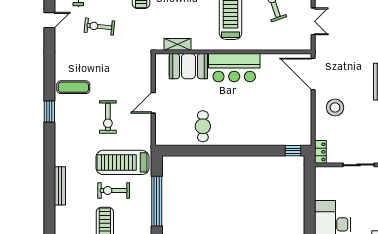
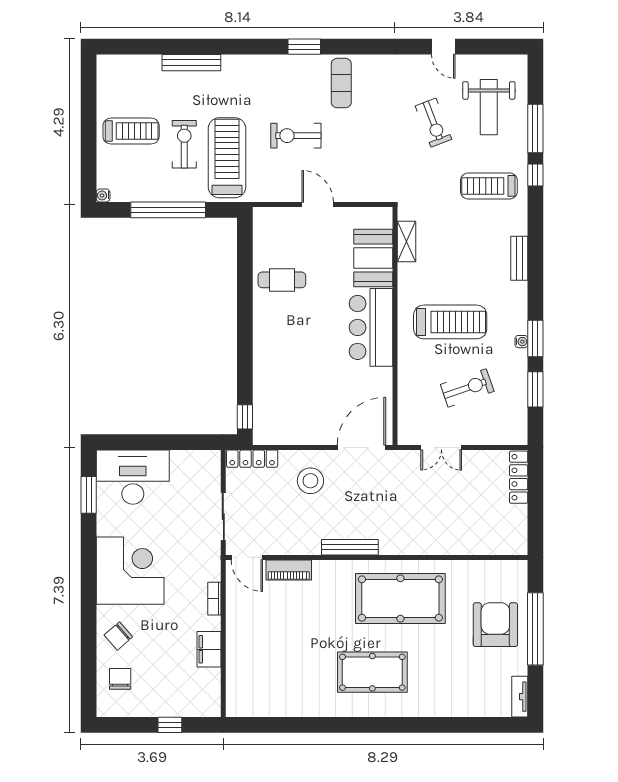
exercise bike: (99, 27) -> (433, 123), turned 153
locker: (320, 152) -> (252, 459), width x1.53

